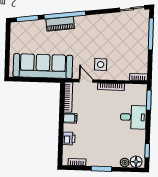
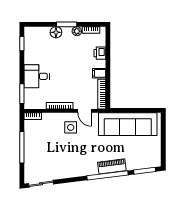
window: (151, 34) -> (22, 147), moved
plant: (125, 162) -> (77, 31), moved
floor lamp: (136, 162) -> (56, 32), moved

